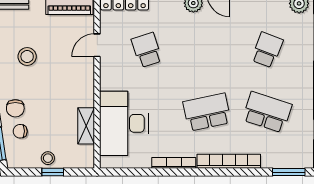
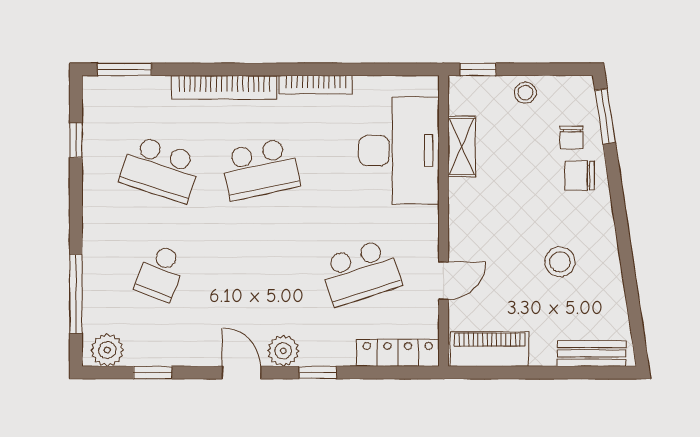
school desk: (147, 50) -> (361, 273), width x1.85
chair: (15, 108) -> (580, 176), turned -90
chair: (20, 131) -> (571, 137), turned 90
window: (53, 172) -> (478, 69), moved

